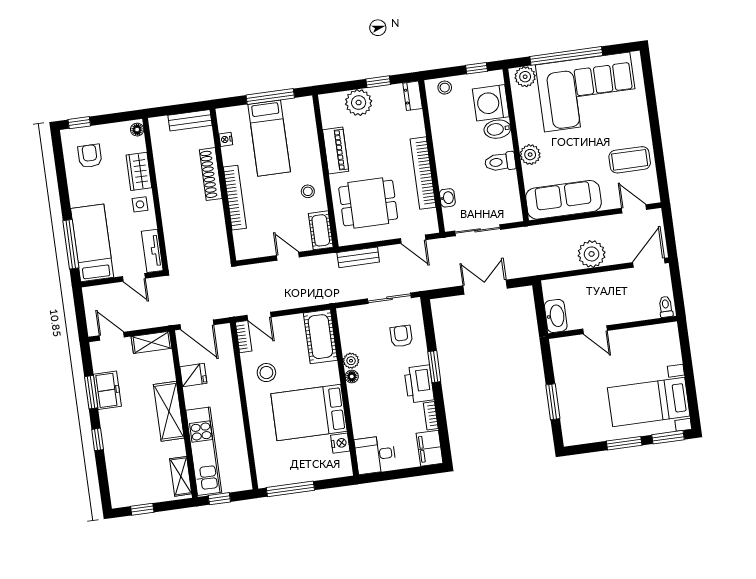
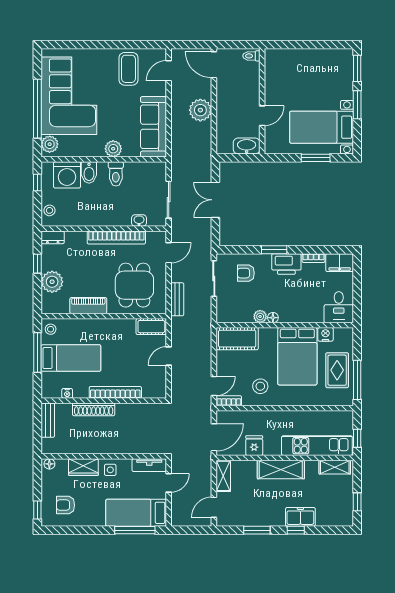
stool: (308, 191) -> (51, 329), moved
freezer: (107, 390) -> (300, 517), moved
bed with nightstands: (649, 402) -> (322, 127), moved, turned 90
rug: (299, 463) -> (337, 370), added

